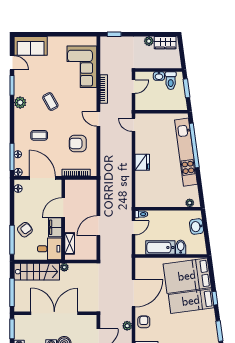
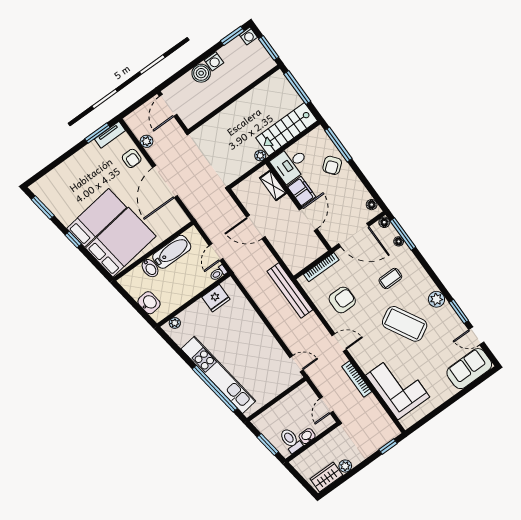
coffee table: (50, 102) -> (405, 324), width x1.86, depth x1.72
fridge: (142, 162) -> (216, 298), moved, turned -90
bench: (105, 172) -> (290, 290), added
door: (98, 226) -> (256, 227), swing flipped
double door: (54, 313) -> (235, 98), removed

